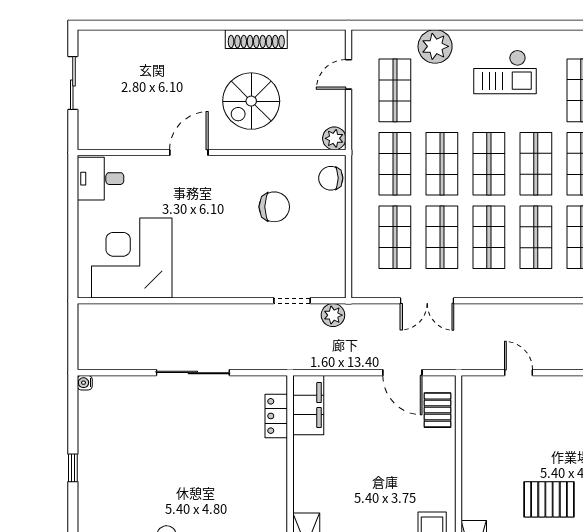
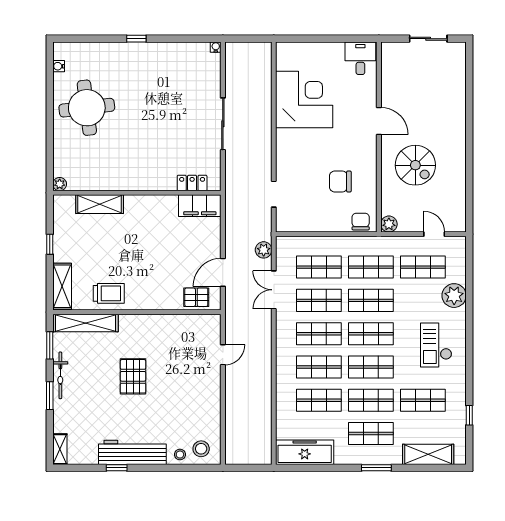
shoe rack: (256, 39) -> (459, 169), removed
spiral stairs: (251, 101) -> (415, 165), turned 180
chair: (274, 207) -> (340, 181), turned 90
corner desk: (132, 258) -> (304, 100), moved
plant: (333, 315) -> (264, 250), moved
window: (73, 468) -> (136, 39), moved

